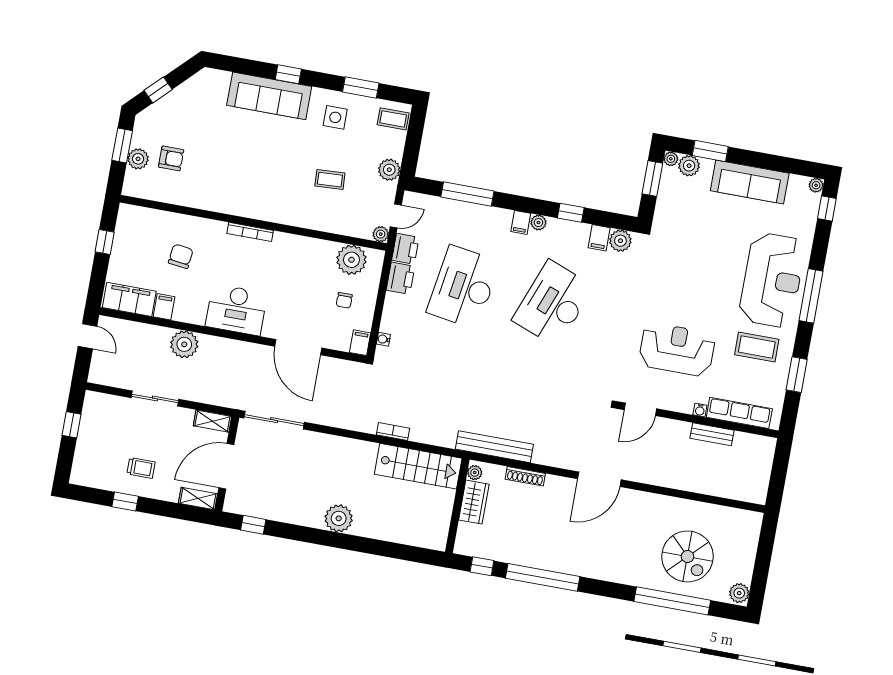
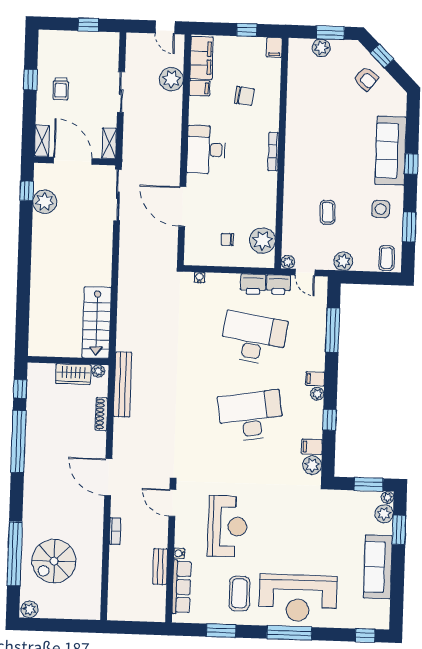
armchair: (171, 158) -> (366, 79), moved, turned -51
plant: (816, 185) -> (383, 623), removed
desk: (553, 303) -> (251, 416), turned -30
door: (87, 336) -> (165, 27), hinge flipped
filing cabinet: (360, 343) -> (274, 47), moved, turned 90
plant: (184, 344) -> (171, 79), moved
door: (298, 347) -> (182, 206), hinge flipped
bookcase: (393, 431) -> (115, 531), moved
plant: (339, 518) -> (45, 202), moved

